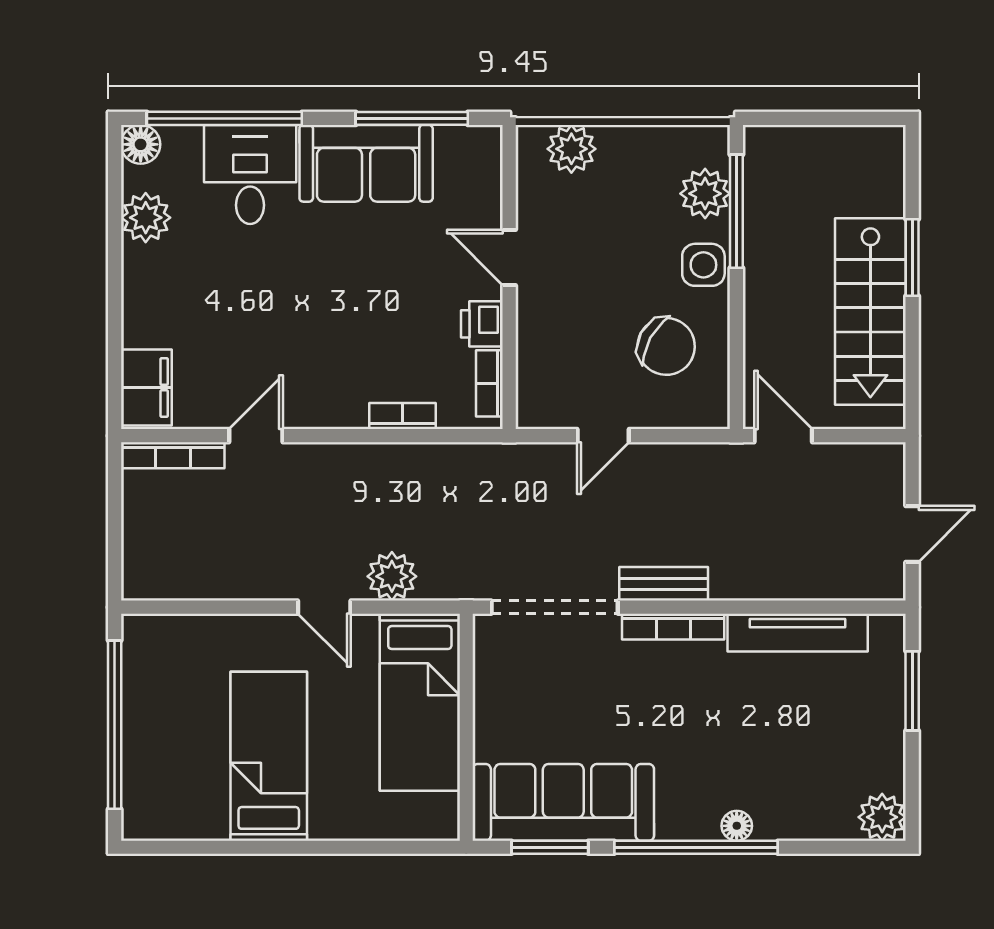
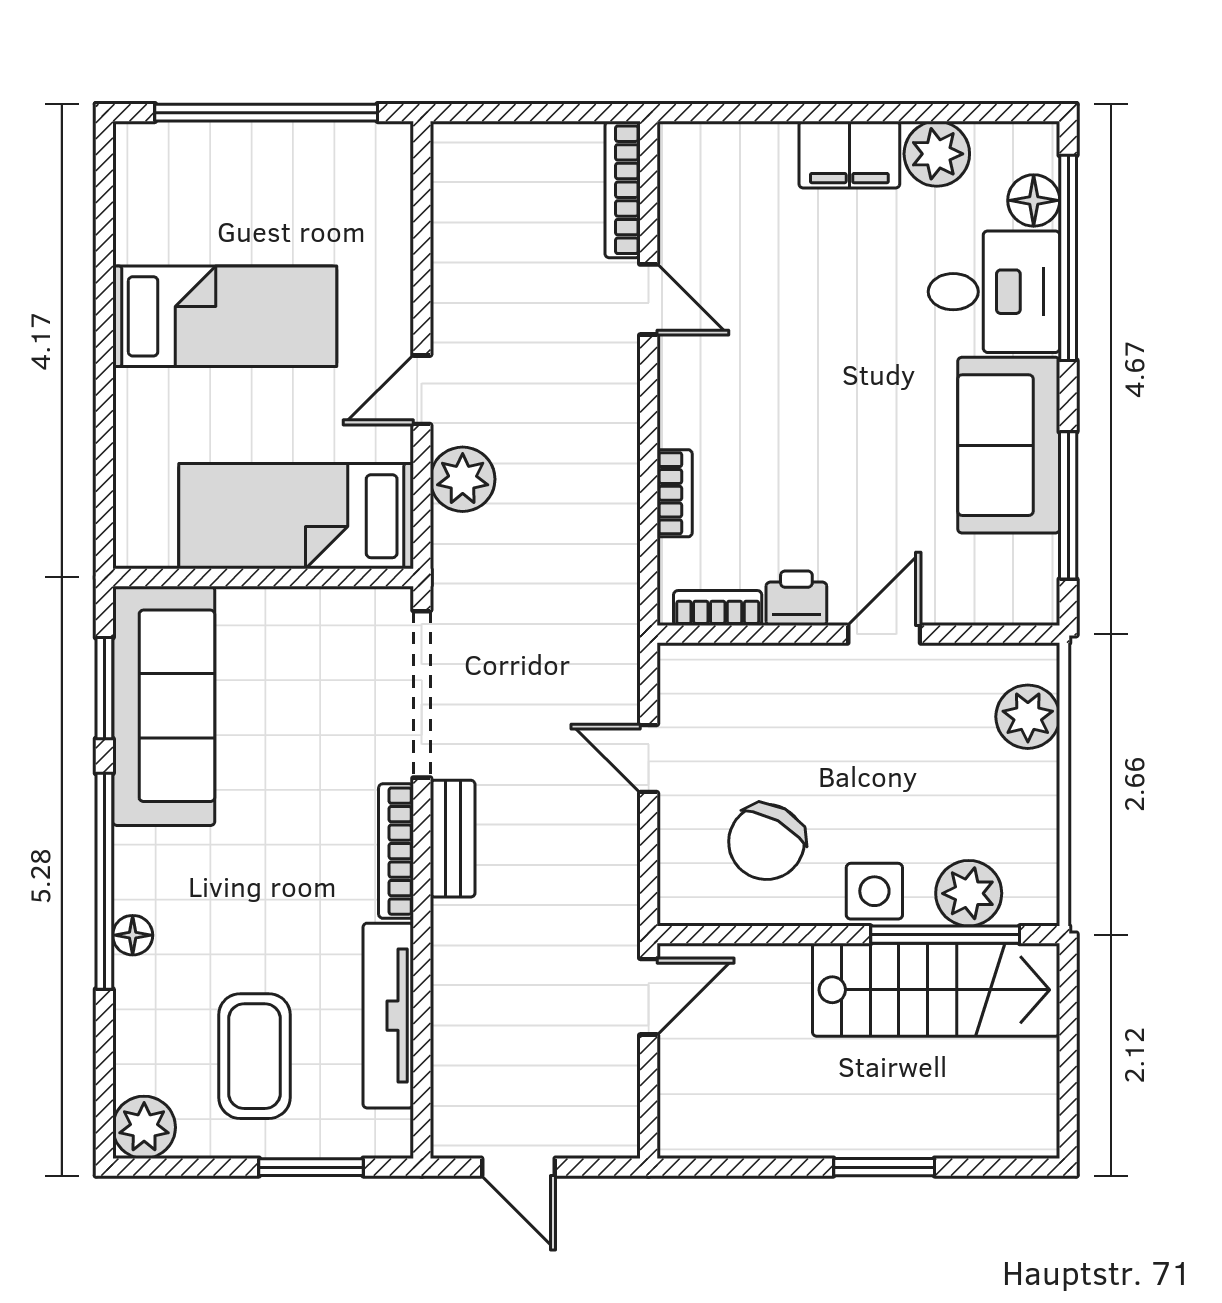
floor lamp: (141, 144) -> (1034, 200), moved
stairs: (870, 312) -> (936, 990), moved, turned 180
filing cabinet: (146, 388) -> (849, 155), moved
coffee table: (828, 734) -> (254, 1056), added

